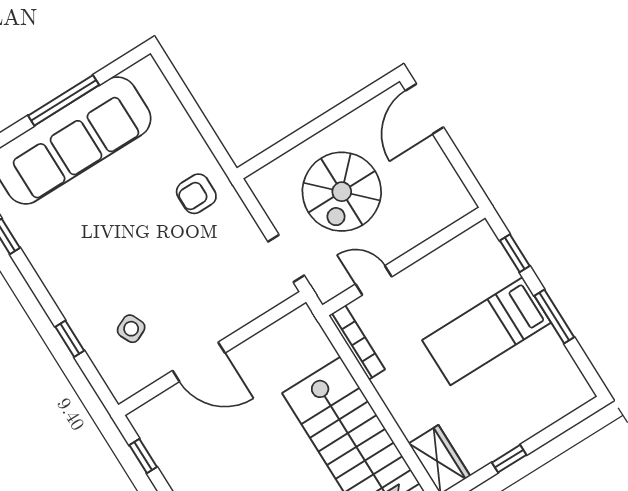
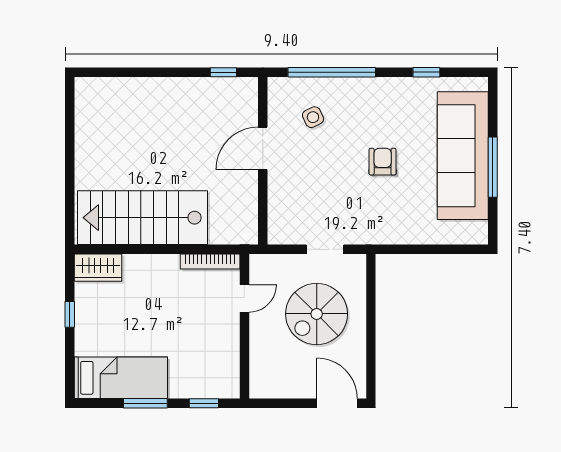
spiral stairs: (342, 192) -> (317, 314), turned -90
armchair: (196, 194) -> (383, 162), moved
doorway: (286, 258) -> (325, 249), moved
bed: (487, 331) -> (121, 378), moved, turned 90
window: (70, 339) -> (332, 72), width x3.17

